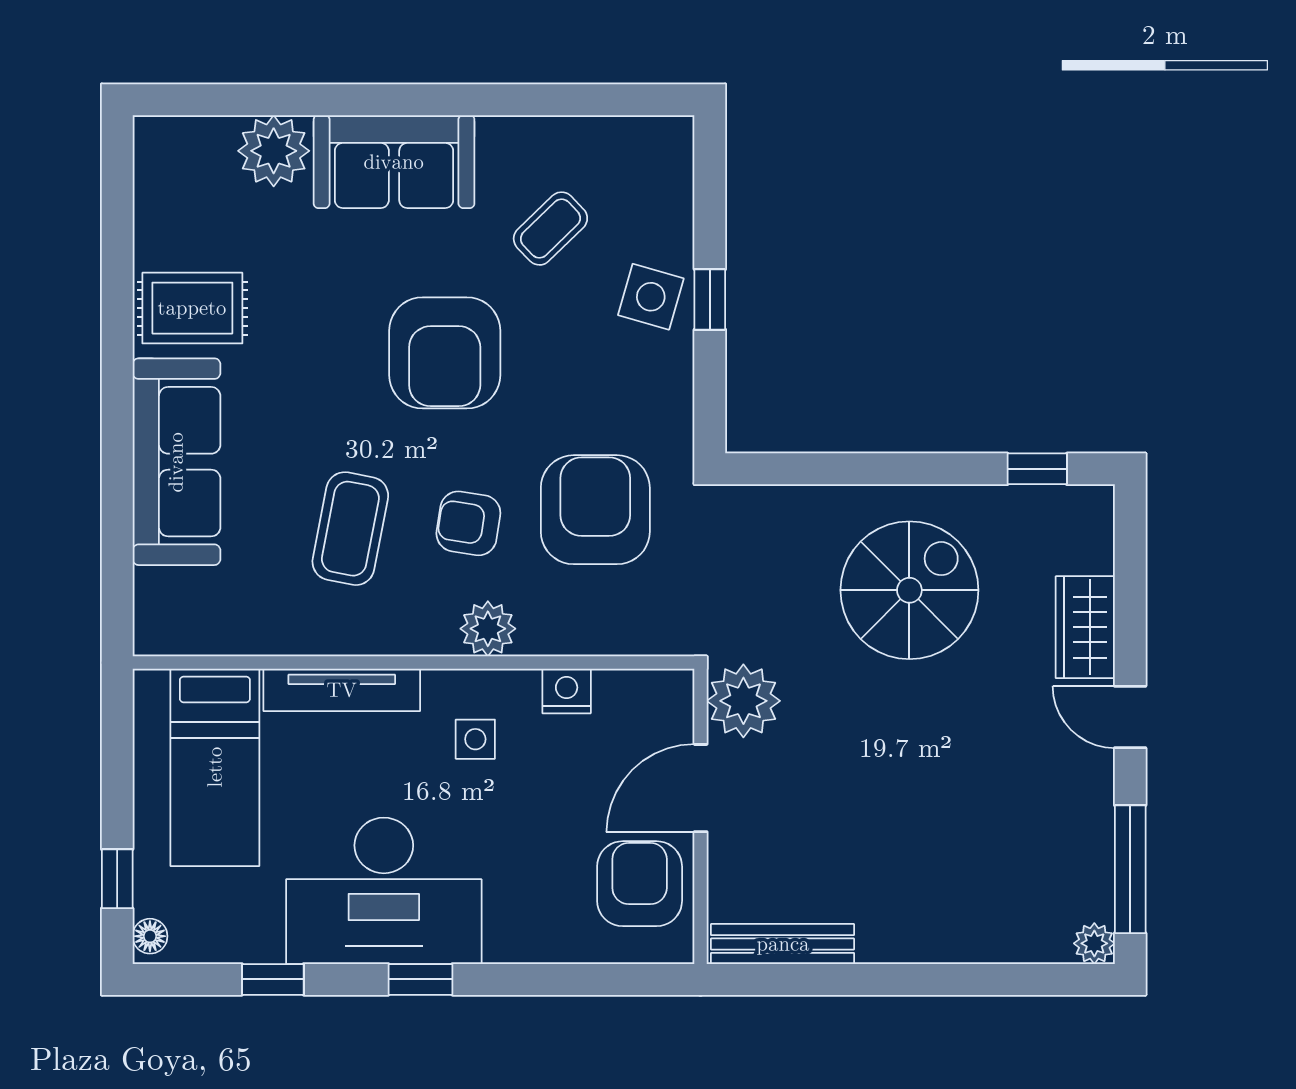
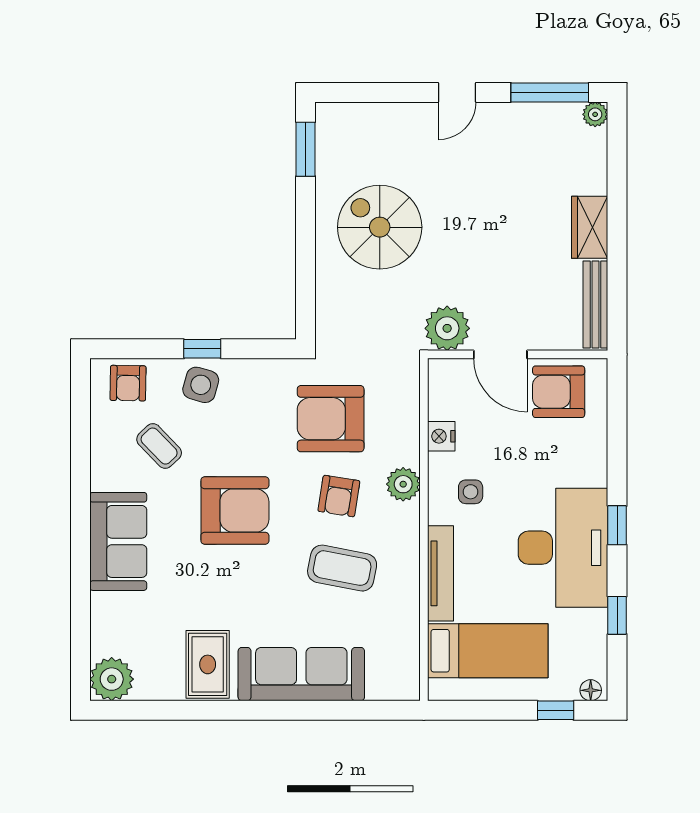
plant: (274, 151) -> (112, 679), moved
armchair: (654, 178) -> (128, 383), added
window: (1037, 469) -> (306, 149), width x1.50
wardrobe: (1085, 627) -> (590, 227), moved, turned 90

